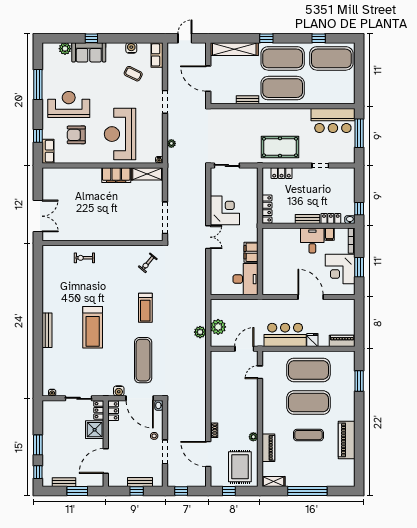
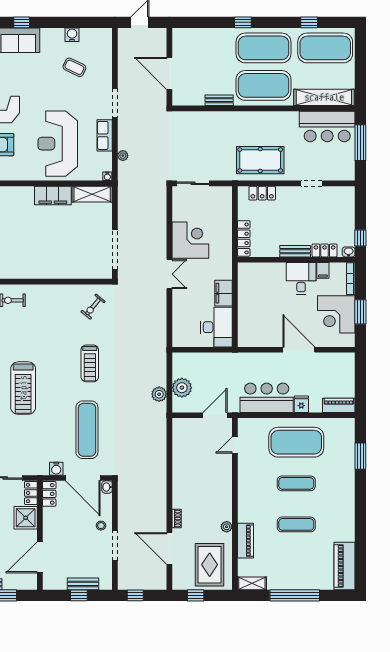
shelving: (234, 49) -> (324, 97), moved
row of seats: (157, 55) -> (105, 135), moved
exercise mat: (308, 403) -> (296, 483), width x0.50, depth x0.69
piano: (347, 440) -> (345, 566), moved

